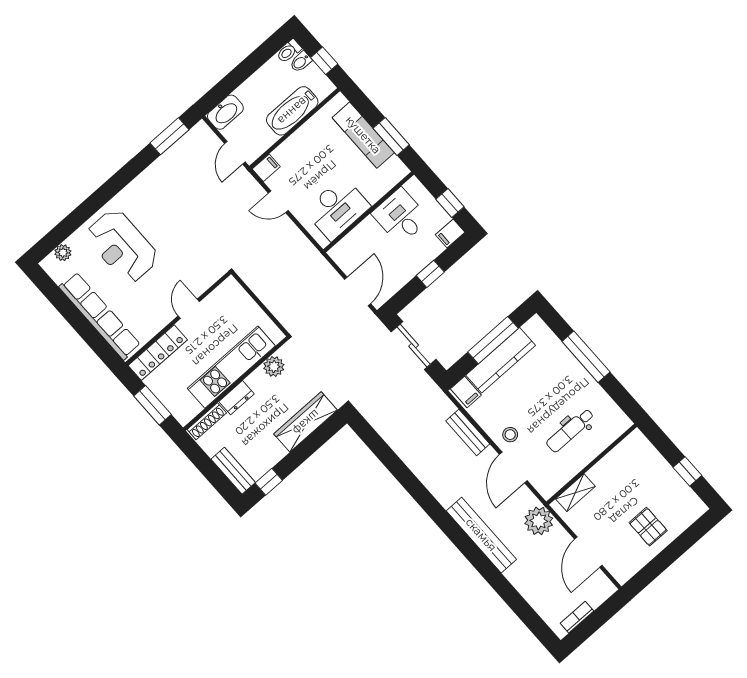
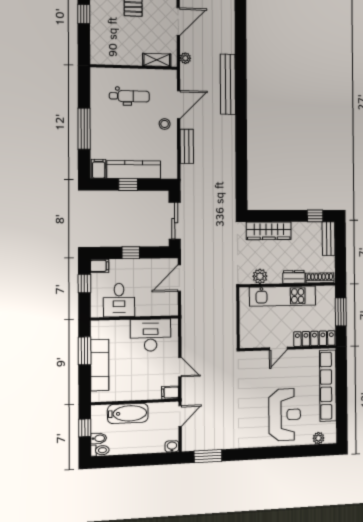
washbasin: (225, 112) -> (172, 446), width x0.52, depth x0.69
window: (493, 340) -> (128, 185), width x0.46
filing cabinet: (466, 392) -> (99, 169), moved
plant: (539, 521) -> (185, 58), width x0.53, depth x0.53

